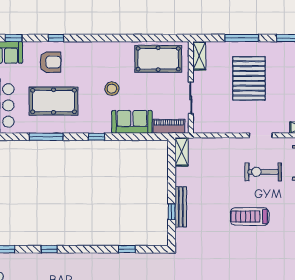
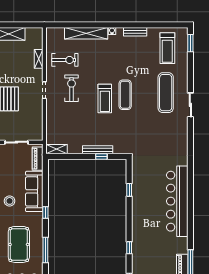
sofa: (132, 122) -> (34, 191), width x1.36
exercise bike: (263, 172) -> (72, 88), turned 180
exercise mat: (255, 244) -> (125, 95), added

